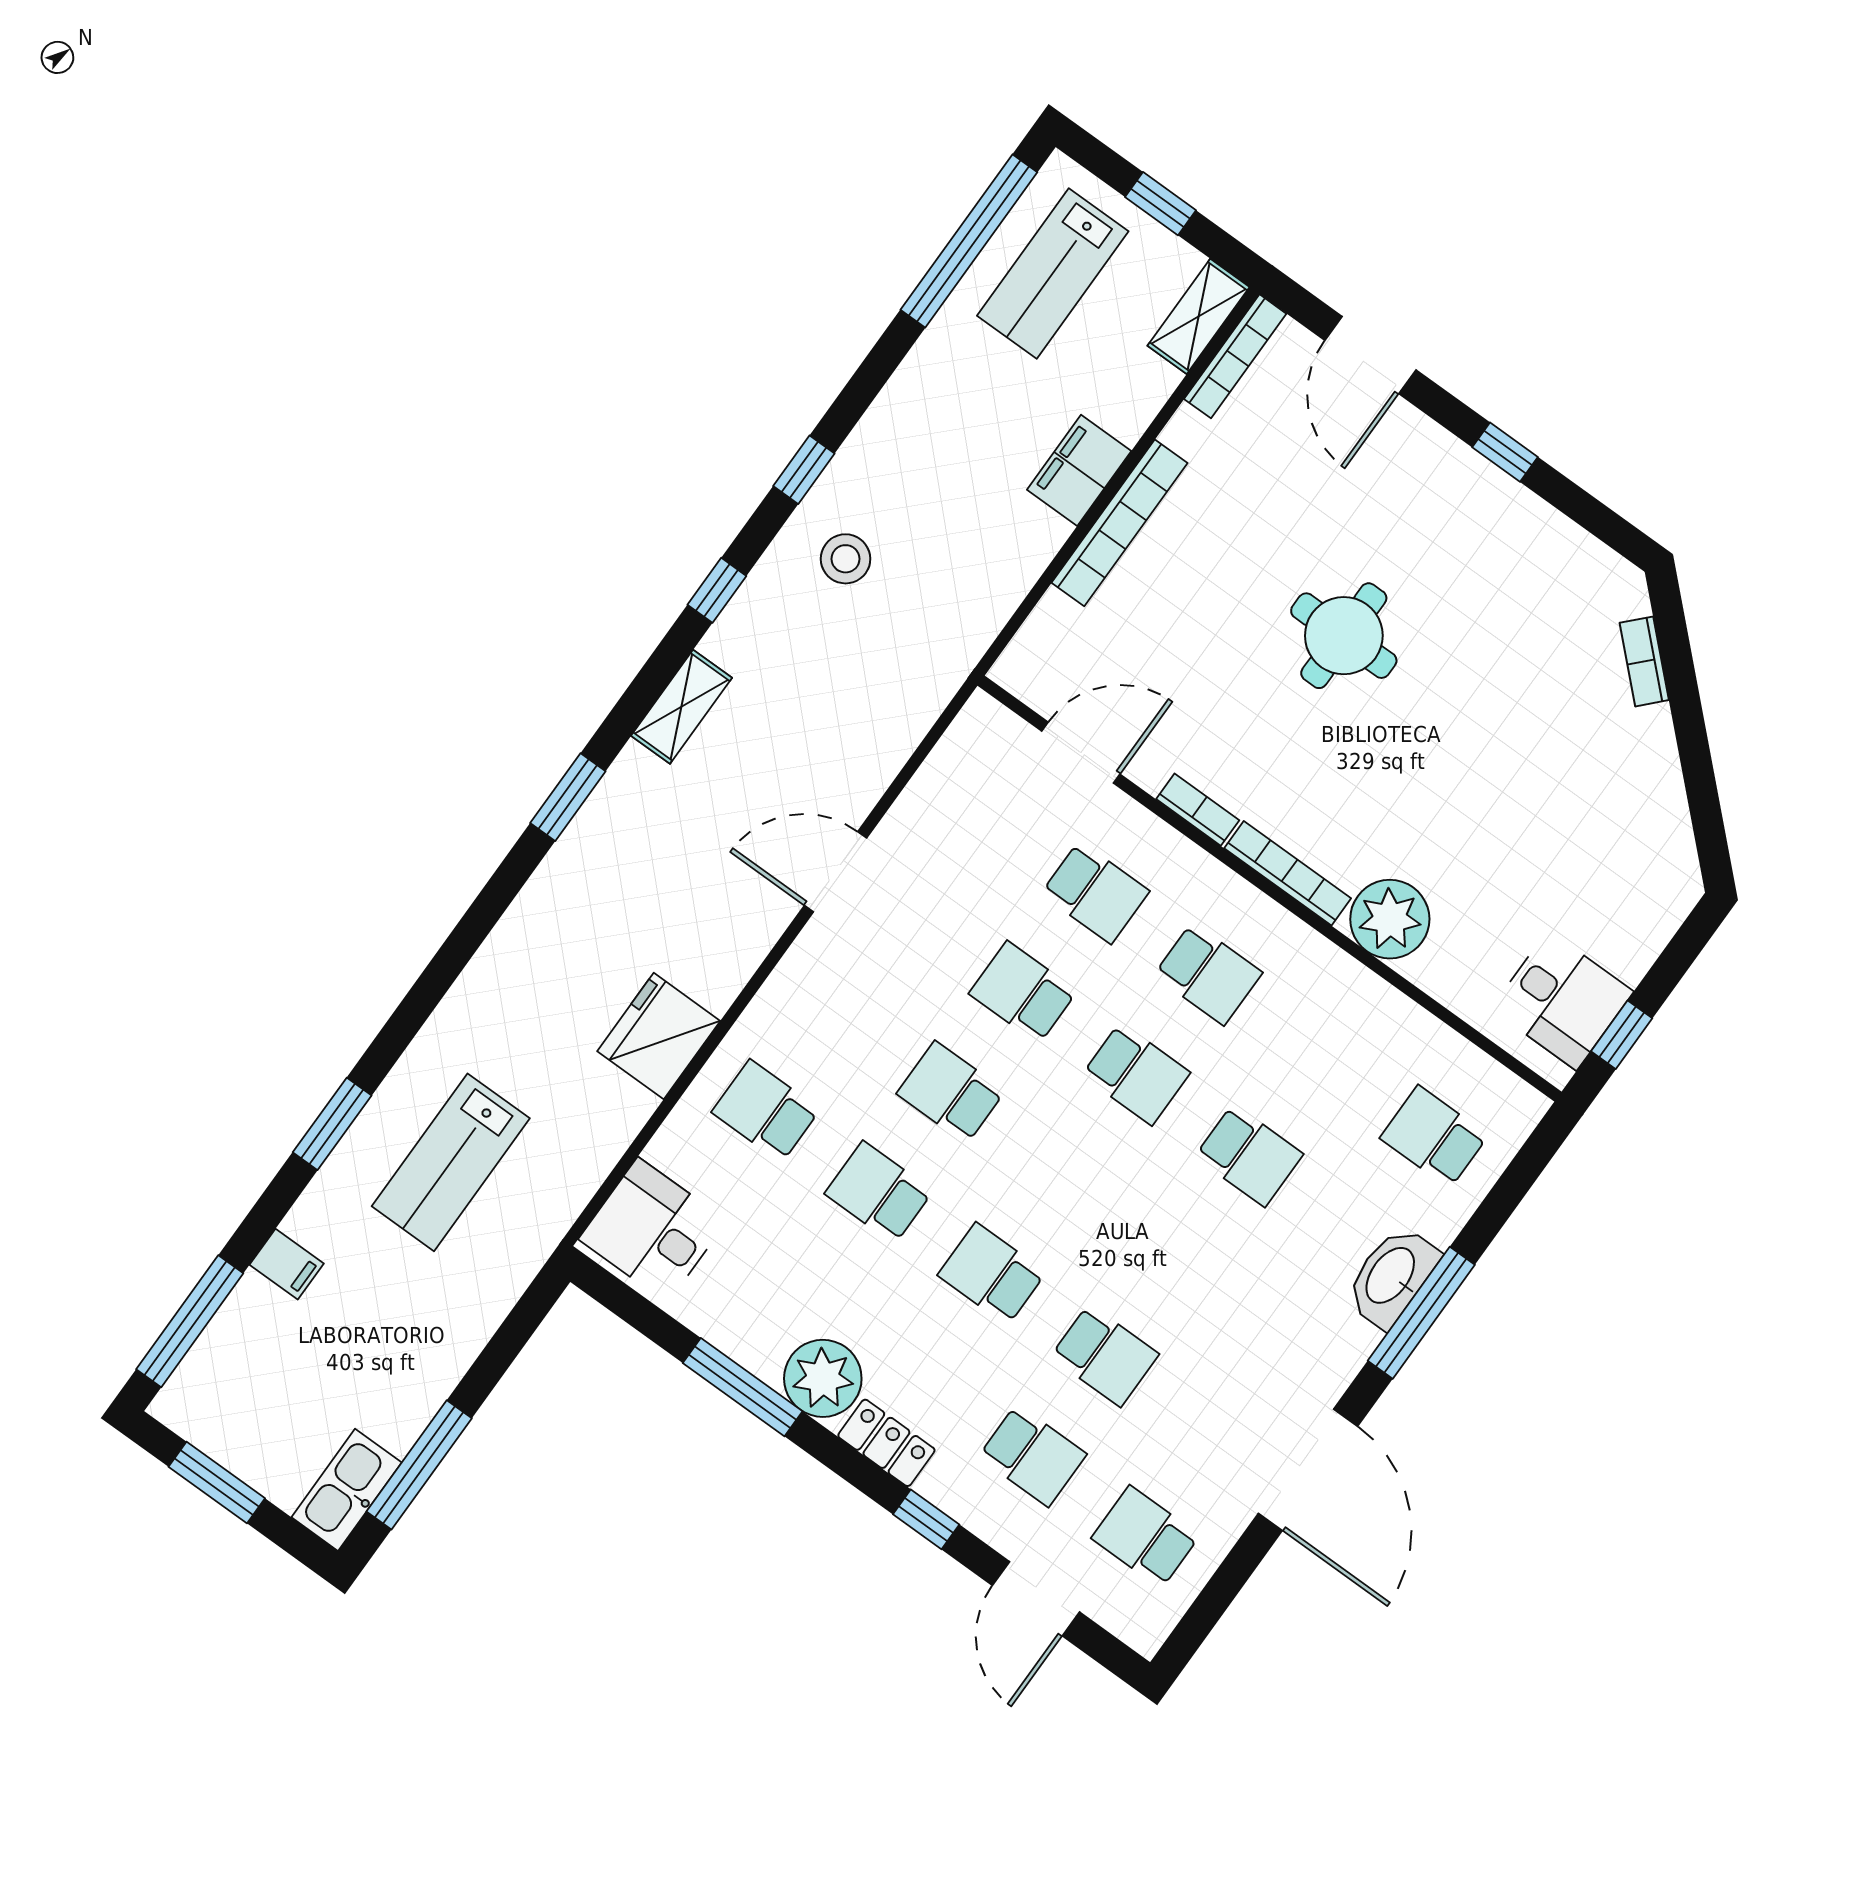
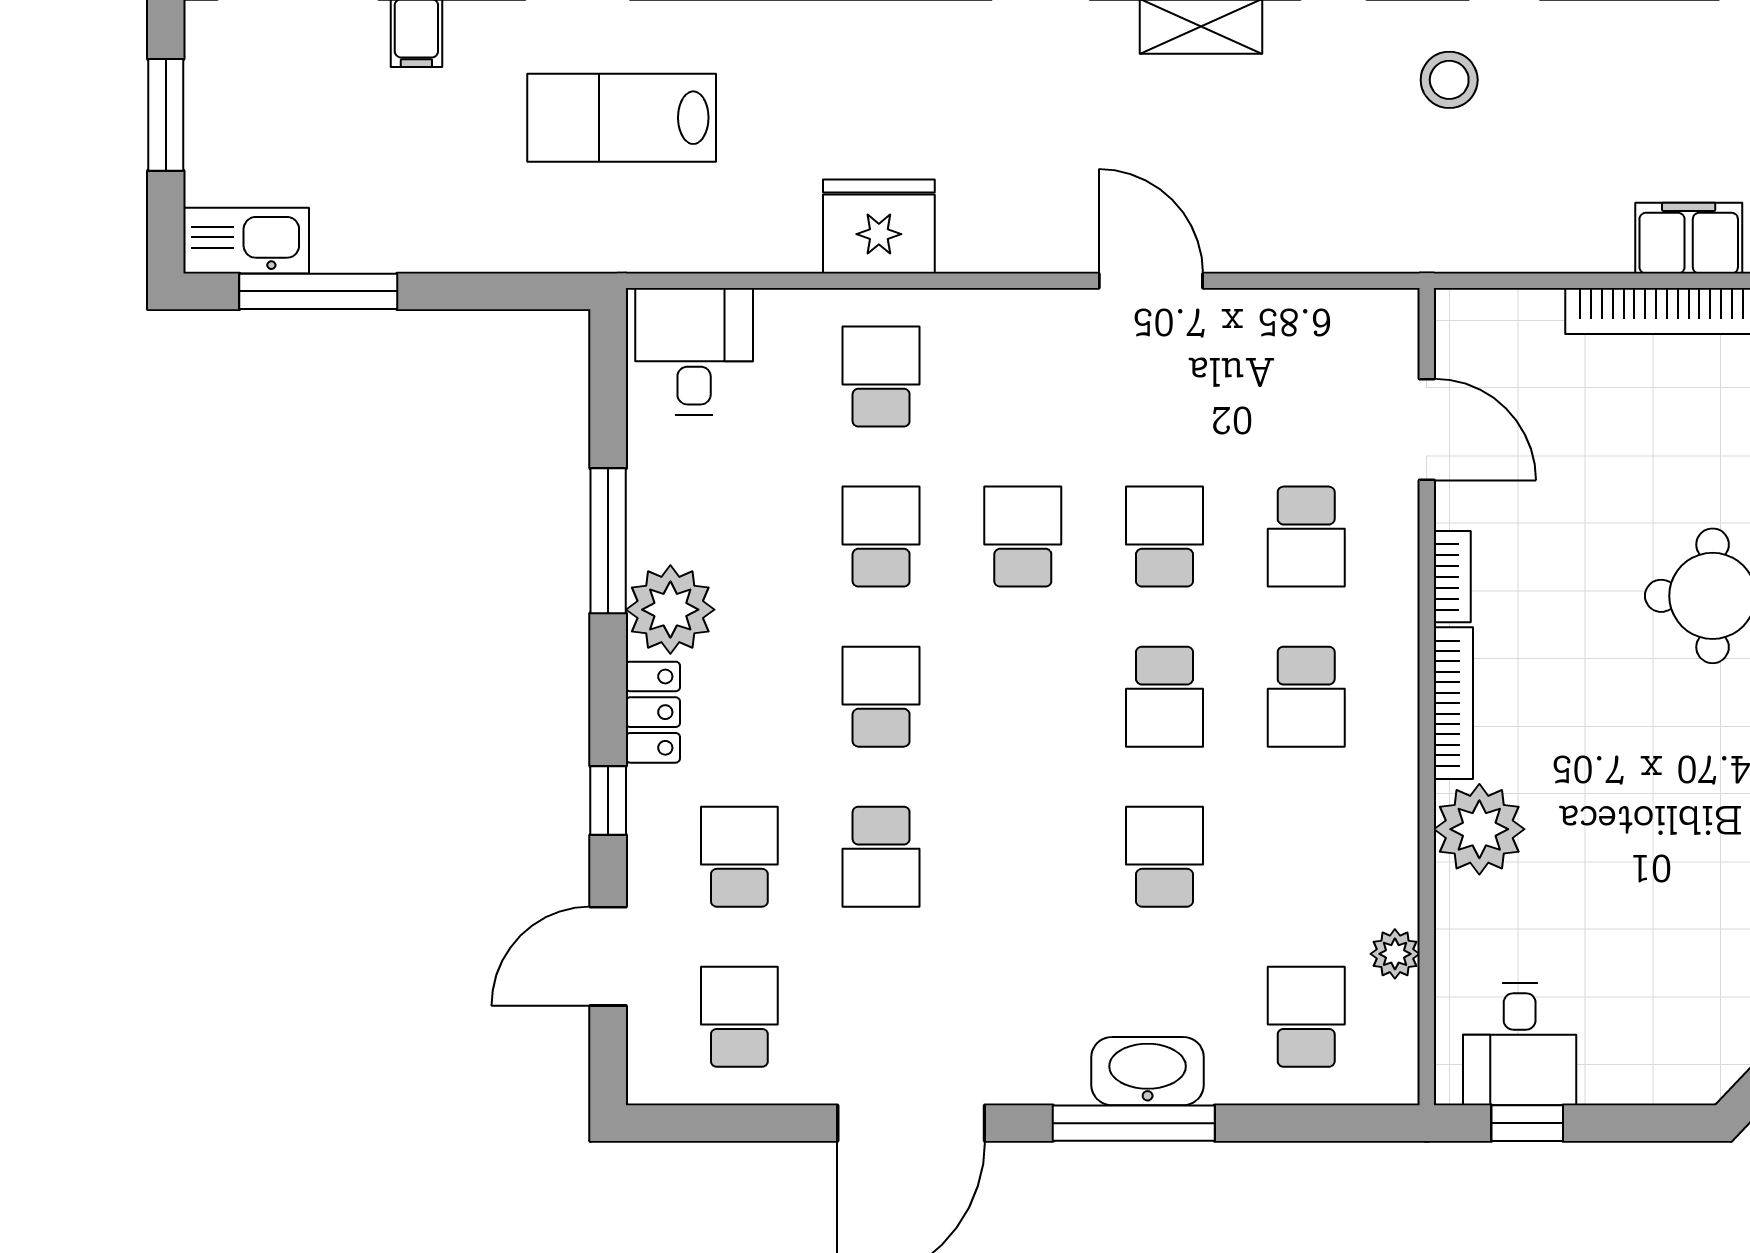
plant: (1435, 1042) -> (1395, 954), added
school desk: (1249, 1155) -> (1164, 857), turned 180
school desk: (1032, 1455) -> (739, 857), turned 180

